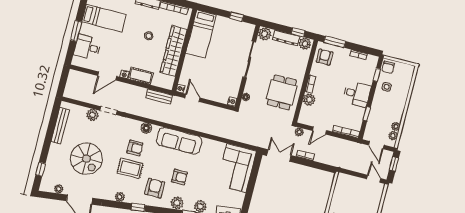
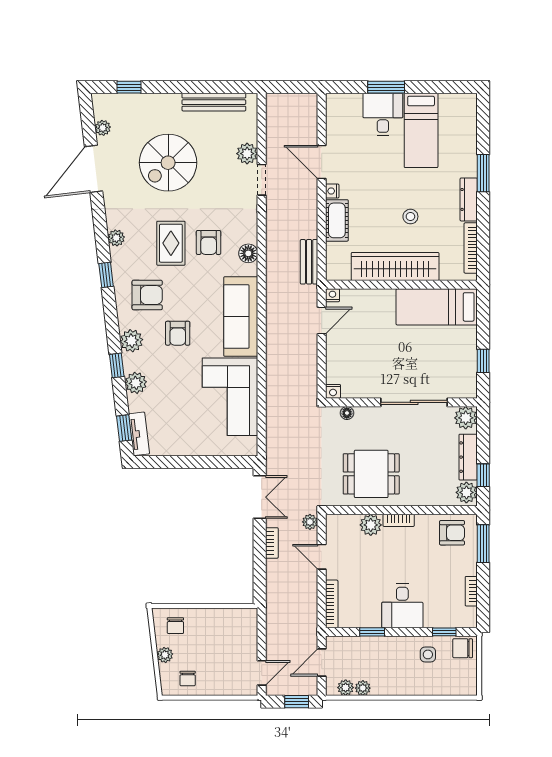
desk: (87, 47) -> (383, 115), moved
corner sofa: (236, 168) -> (230, 397), moved, turned -90

